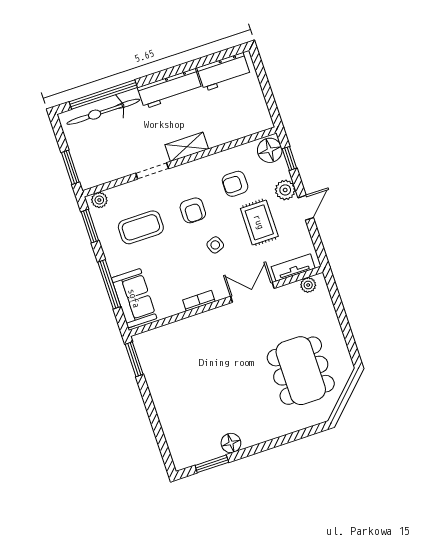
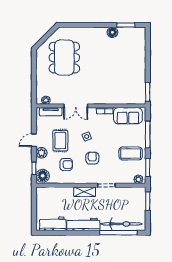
coffee table: (141, 227) -> (131, 153), moved
sofa: (134, 298) -> (128, 116), moved, turned -90

